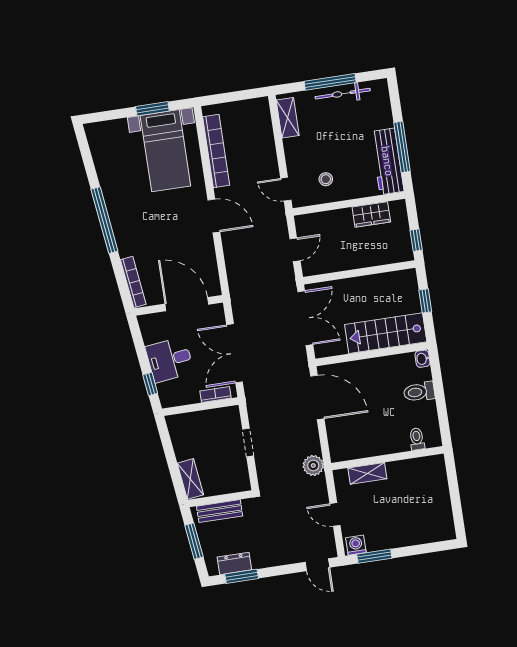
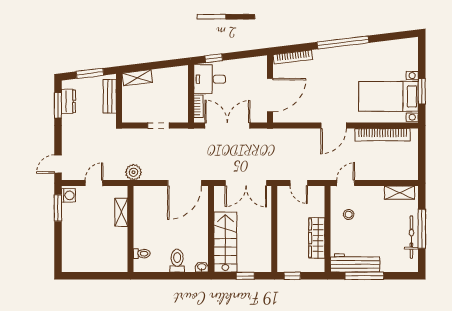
wardrobe: (371, 214) -> (317, 238), width x1.50
desk: (170, 360) -> (210, 79), moved, turned -83

